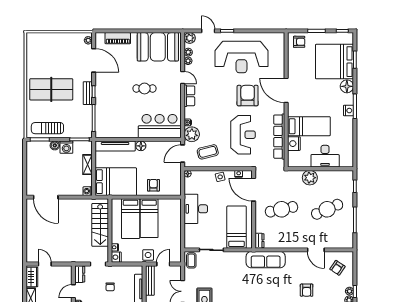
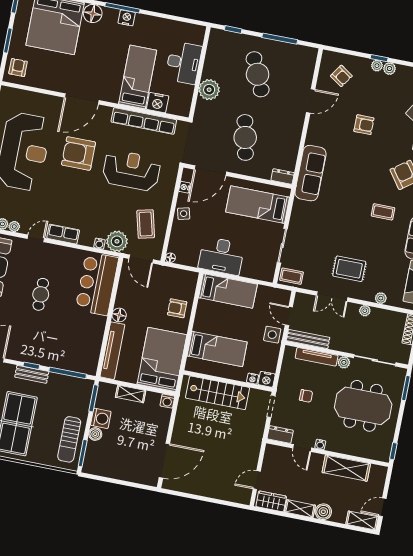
bed: (149, 218) -> (228, 291), moved

